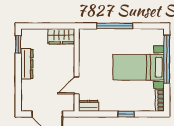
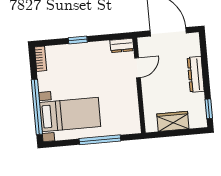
wardrobe: (61, 36) -> (173, 121), moved
dresser: (27, 64) -> (196, 74), moved
bed with nightstands: (139, 67) -> (70, 115), moved

